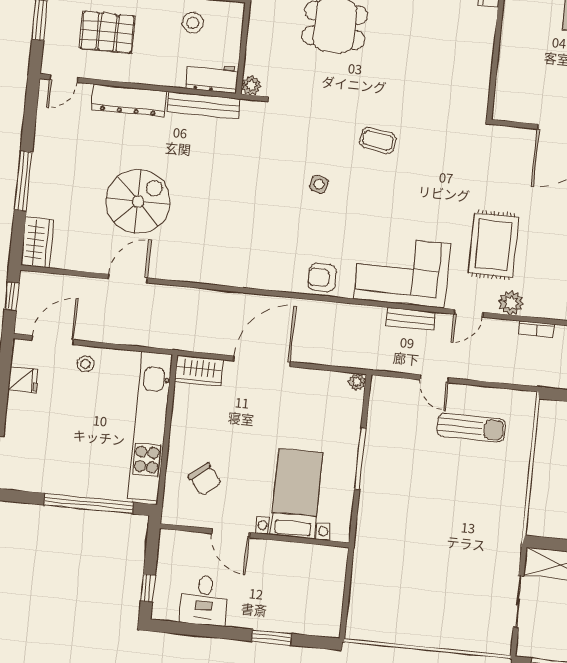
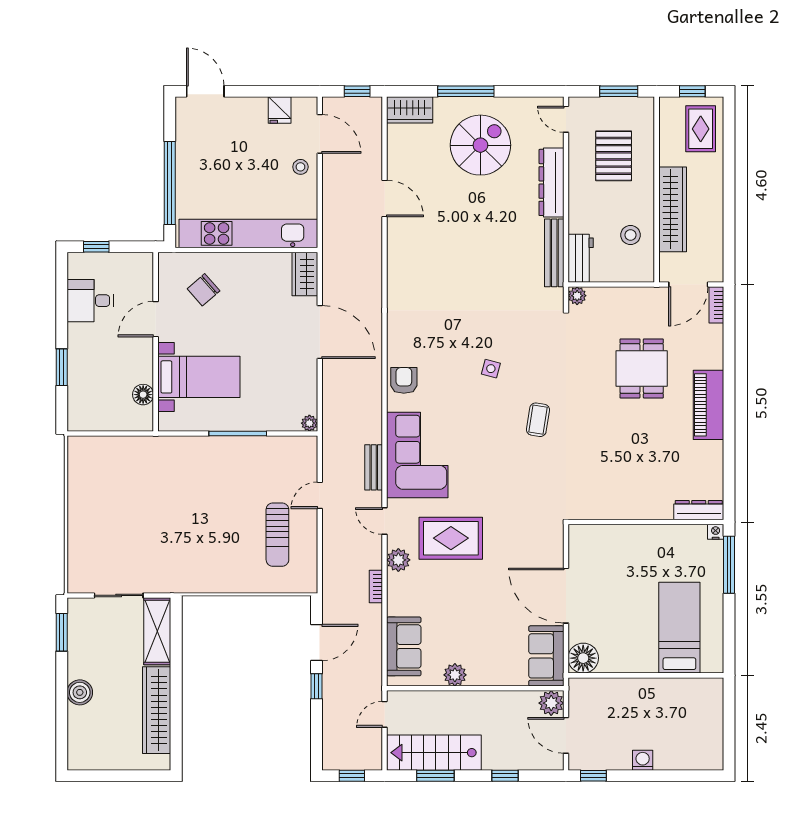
spiral stairs: (138, 201) -> (480, 145), moved, turned -90
floor lamp: (309, 554) -> (143, 395), added

